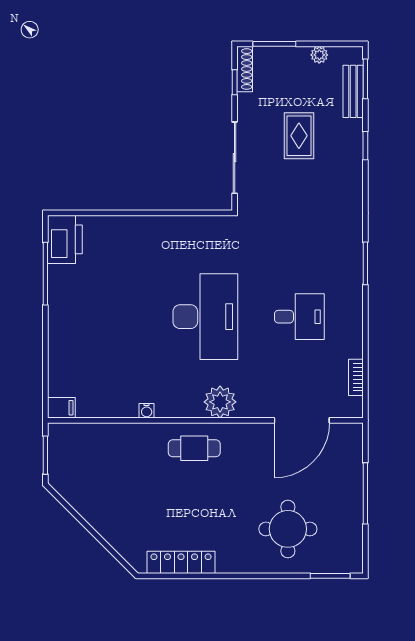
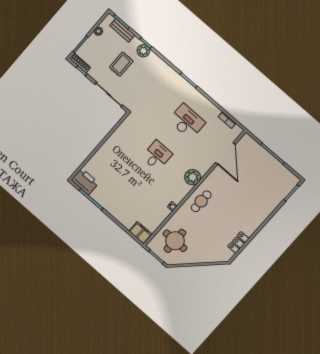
rug: (299, 136) -> (121, 64), turned 90
plant: (350, 153) -> (143, 51), added
desk: (205, 317) -> (157, 155), width x0.53, depth x0.77
desk: (299, 317) -> (187, 121), width x1.37
filing cabinet: (61, 408) -> (141, 233), width x2.00
round table: (288, 529) -> (175, 241), moved
locker: (181, 562) -> (238, 242), width x0.66

